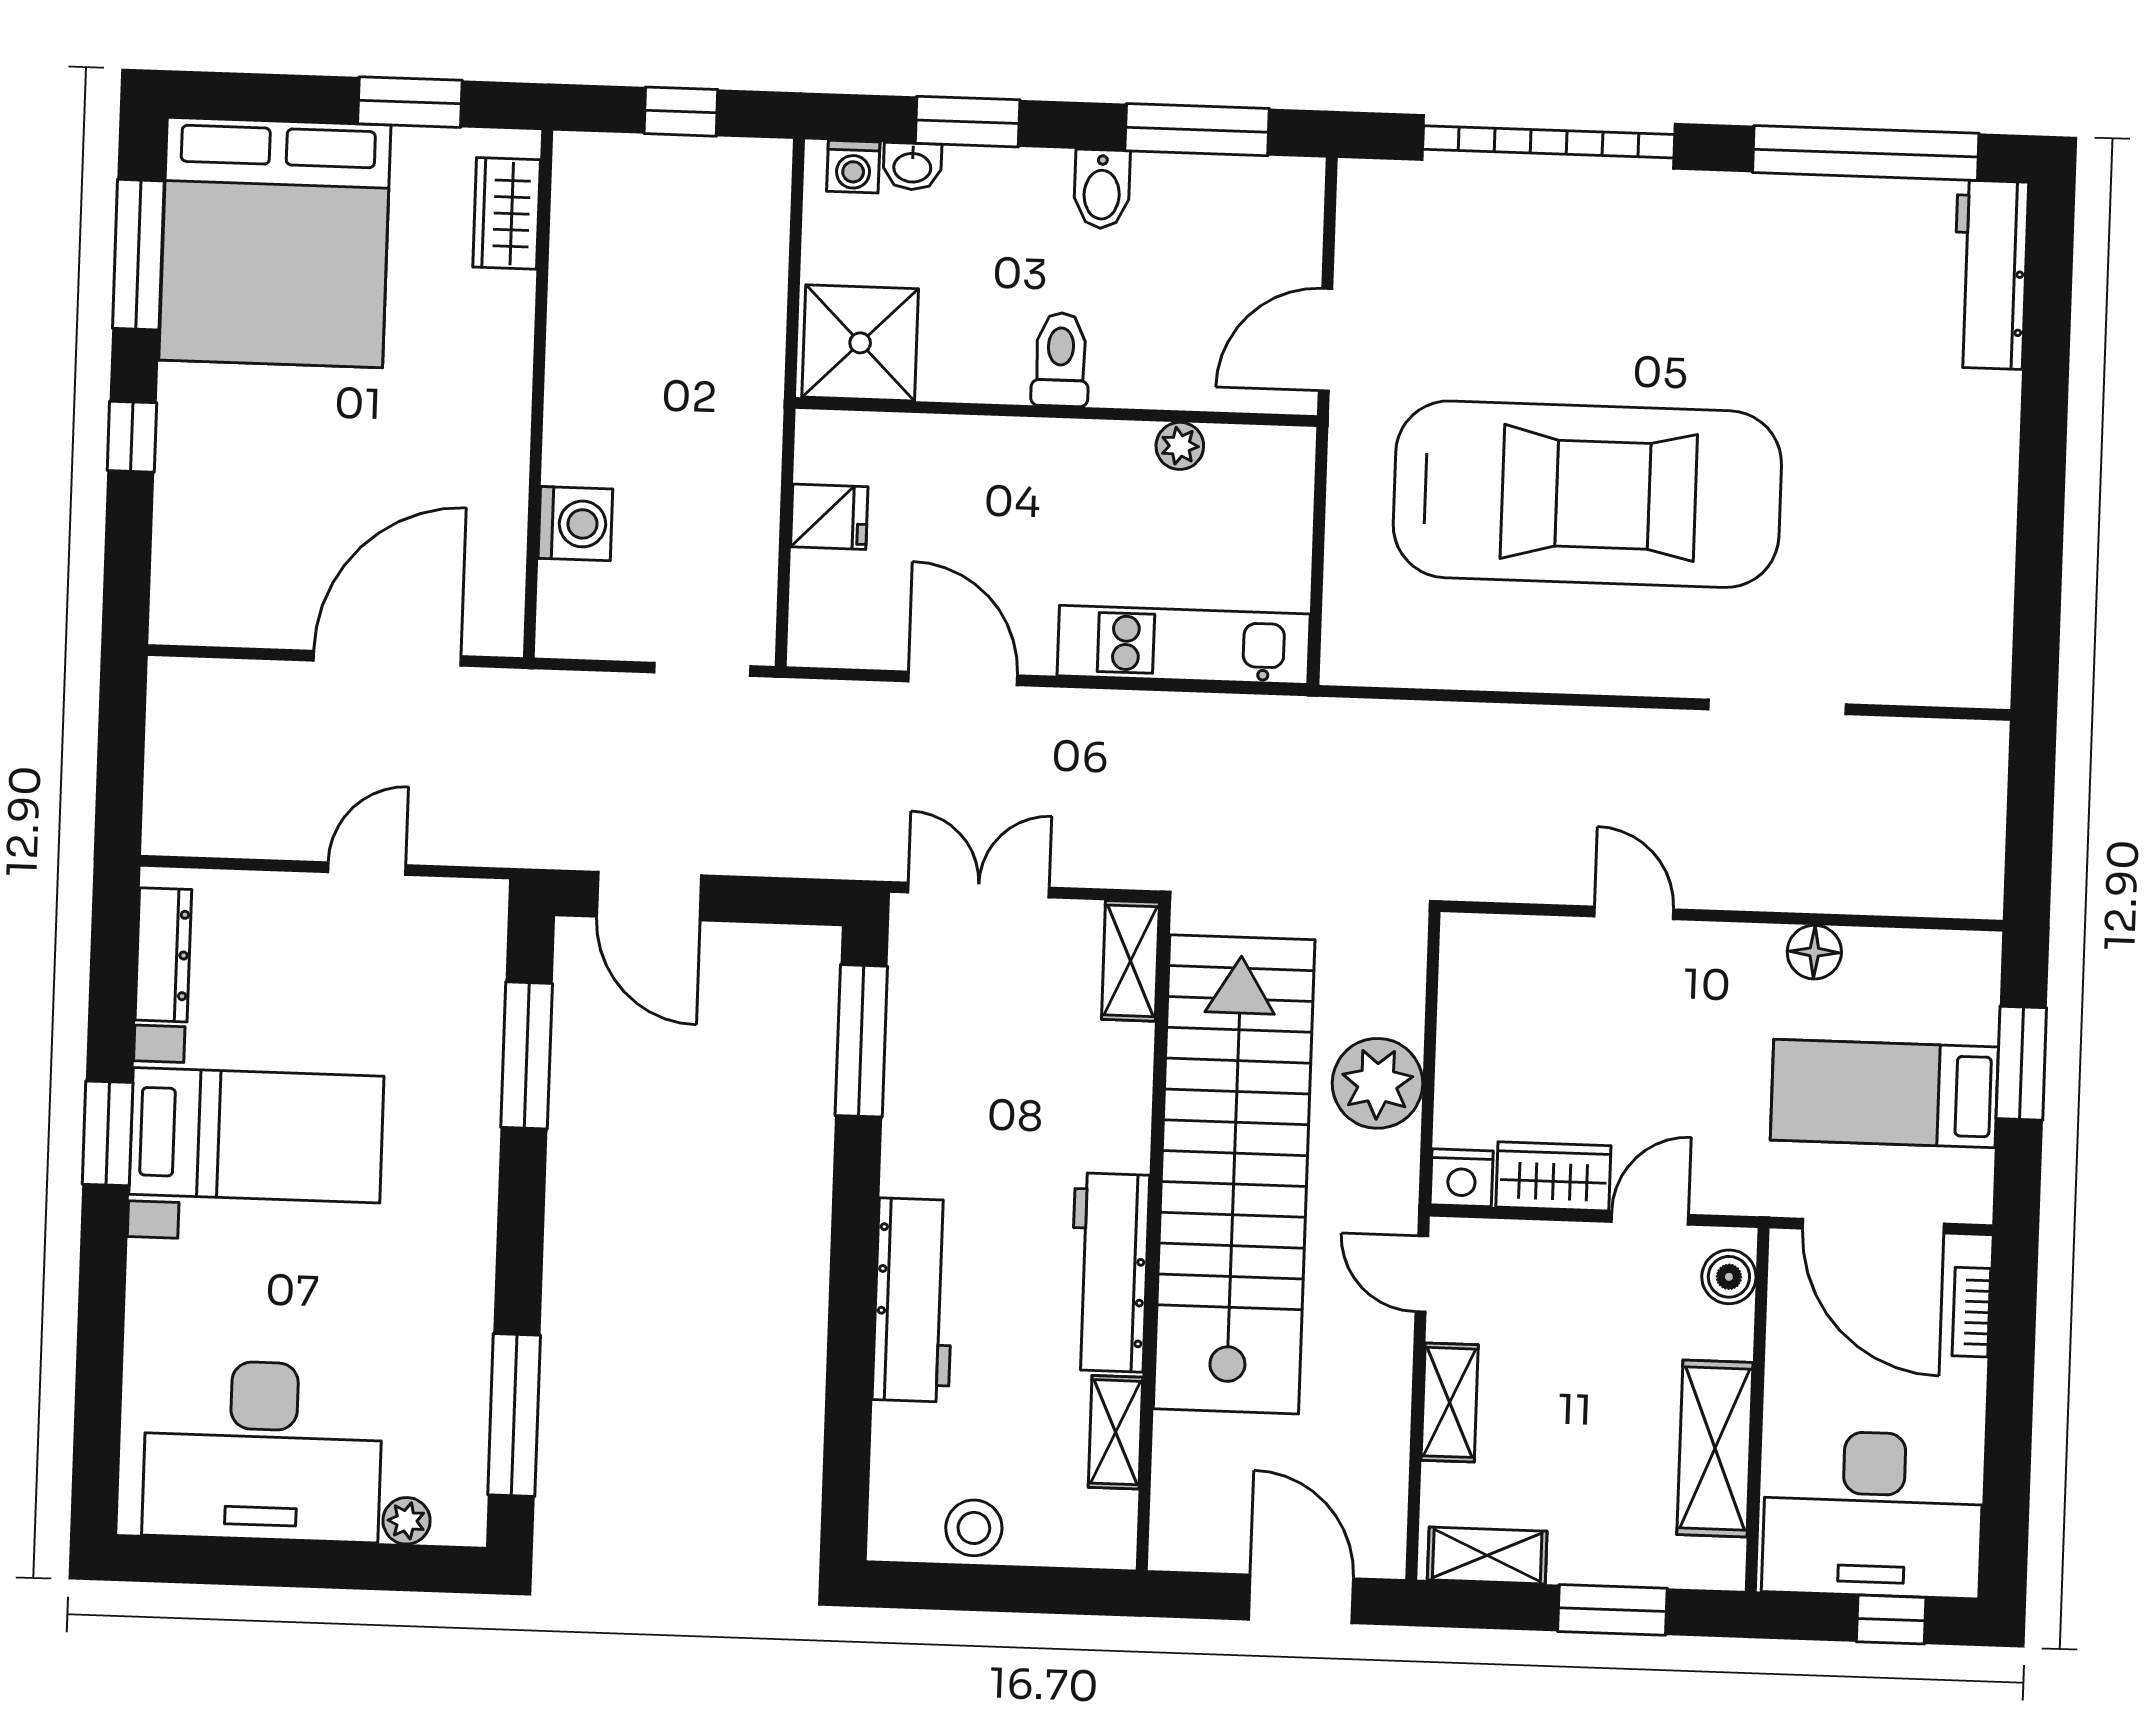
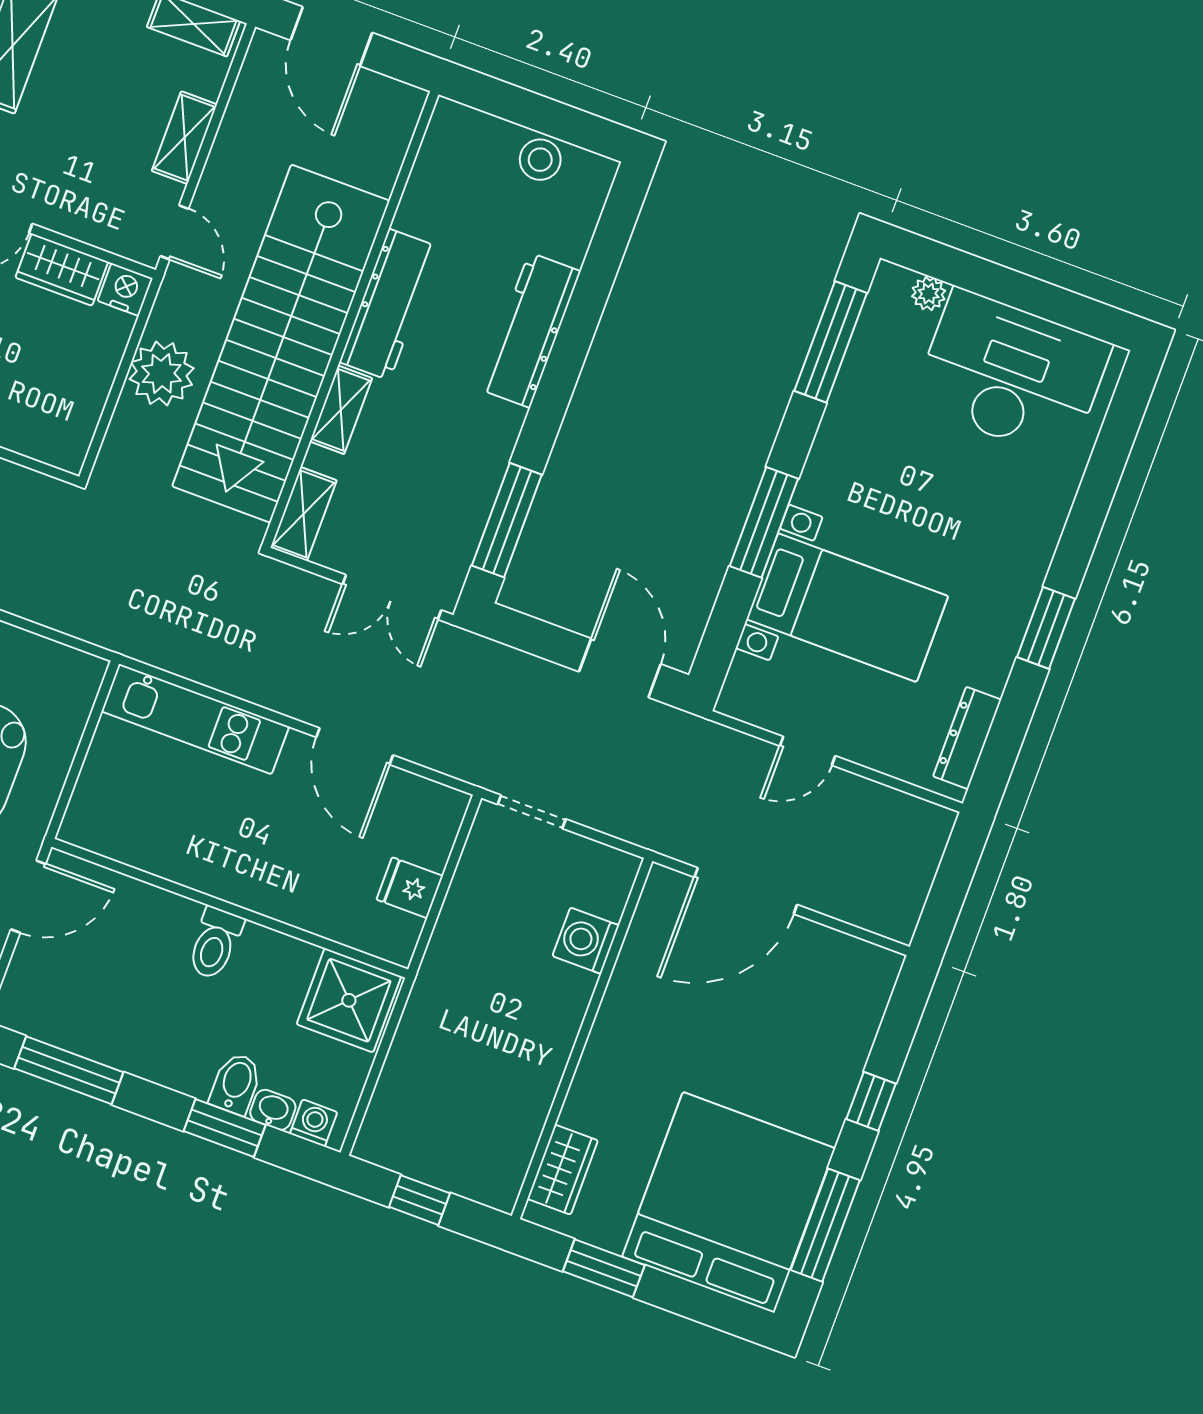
bidet: (1102, 189) -> (236, 1084), moved
plant: (1180, 446) -> (153, 857), removed
window: (527, 1055) -> (764, 522), moved
bed with nightstands: (256, 1135) -> (847, 608), moved, turned 180
shelving: (1116, 1432) -> (341, 410), moved

